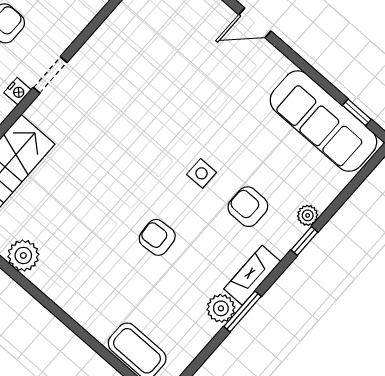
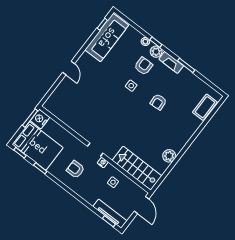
armchair: (248, 207) -> (143, 66), turned 180
plant: (221, 308) -> (156, 52), moved

